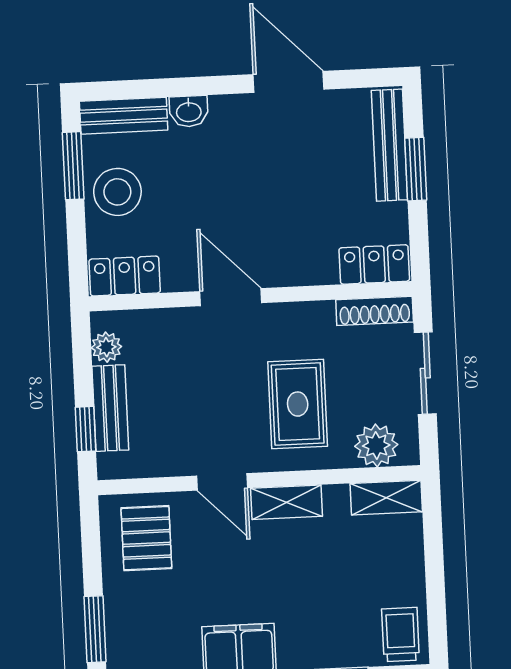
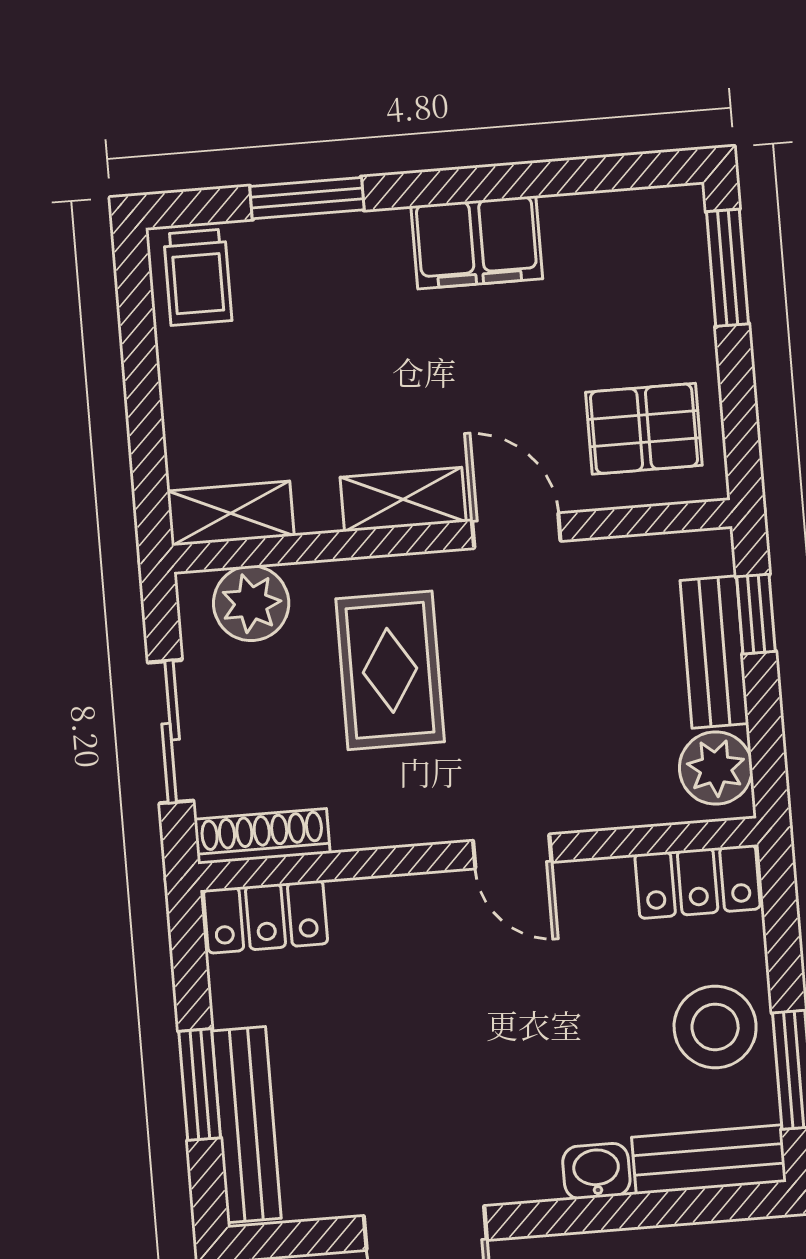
door: (231, 297) -> (512, 851), width x0.73
plant: (106, 347) -> (716, 768), width x1.38, depth x1.38
pallet: (146, 538) -> (644, 429), turned 90

